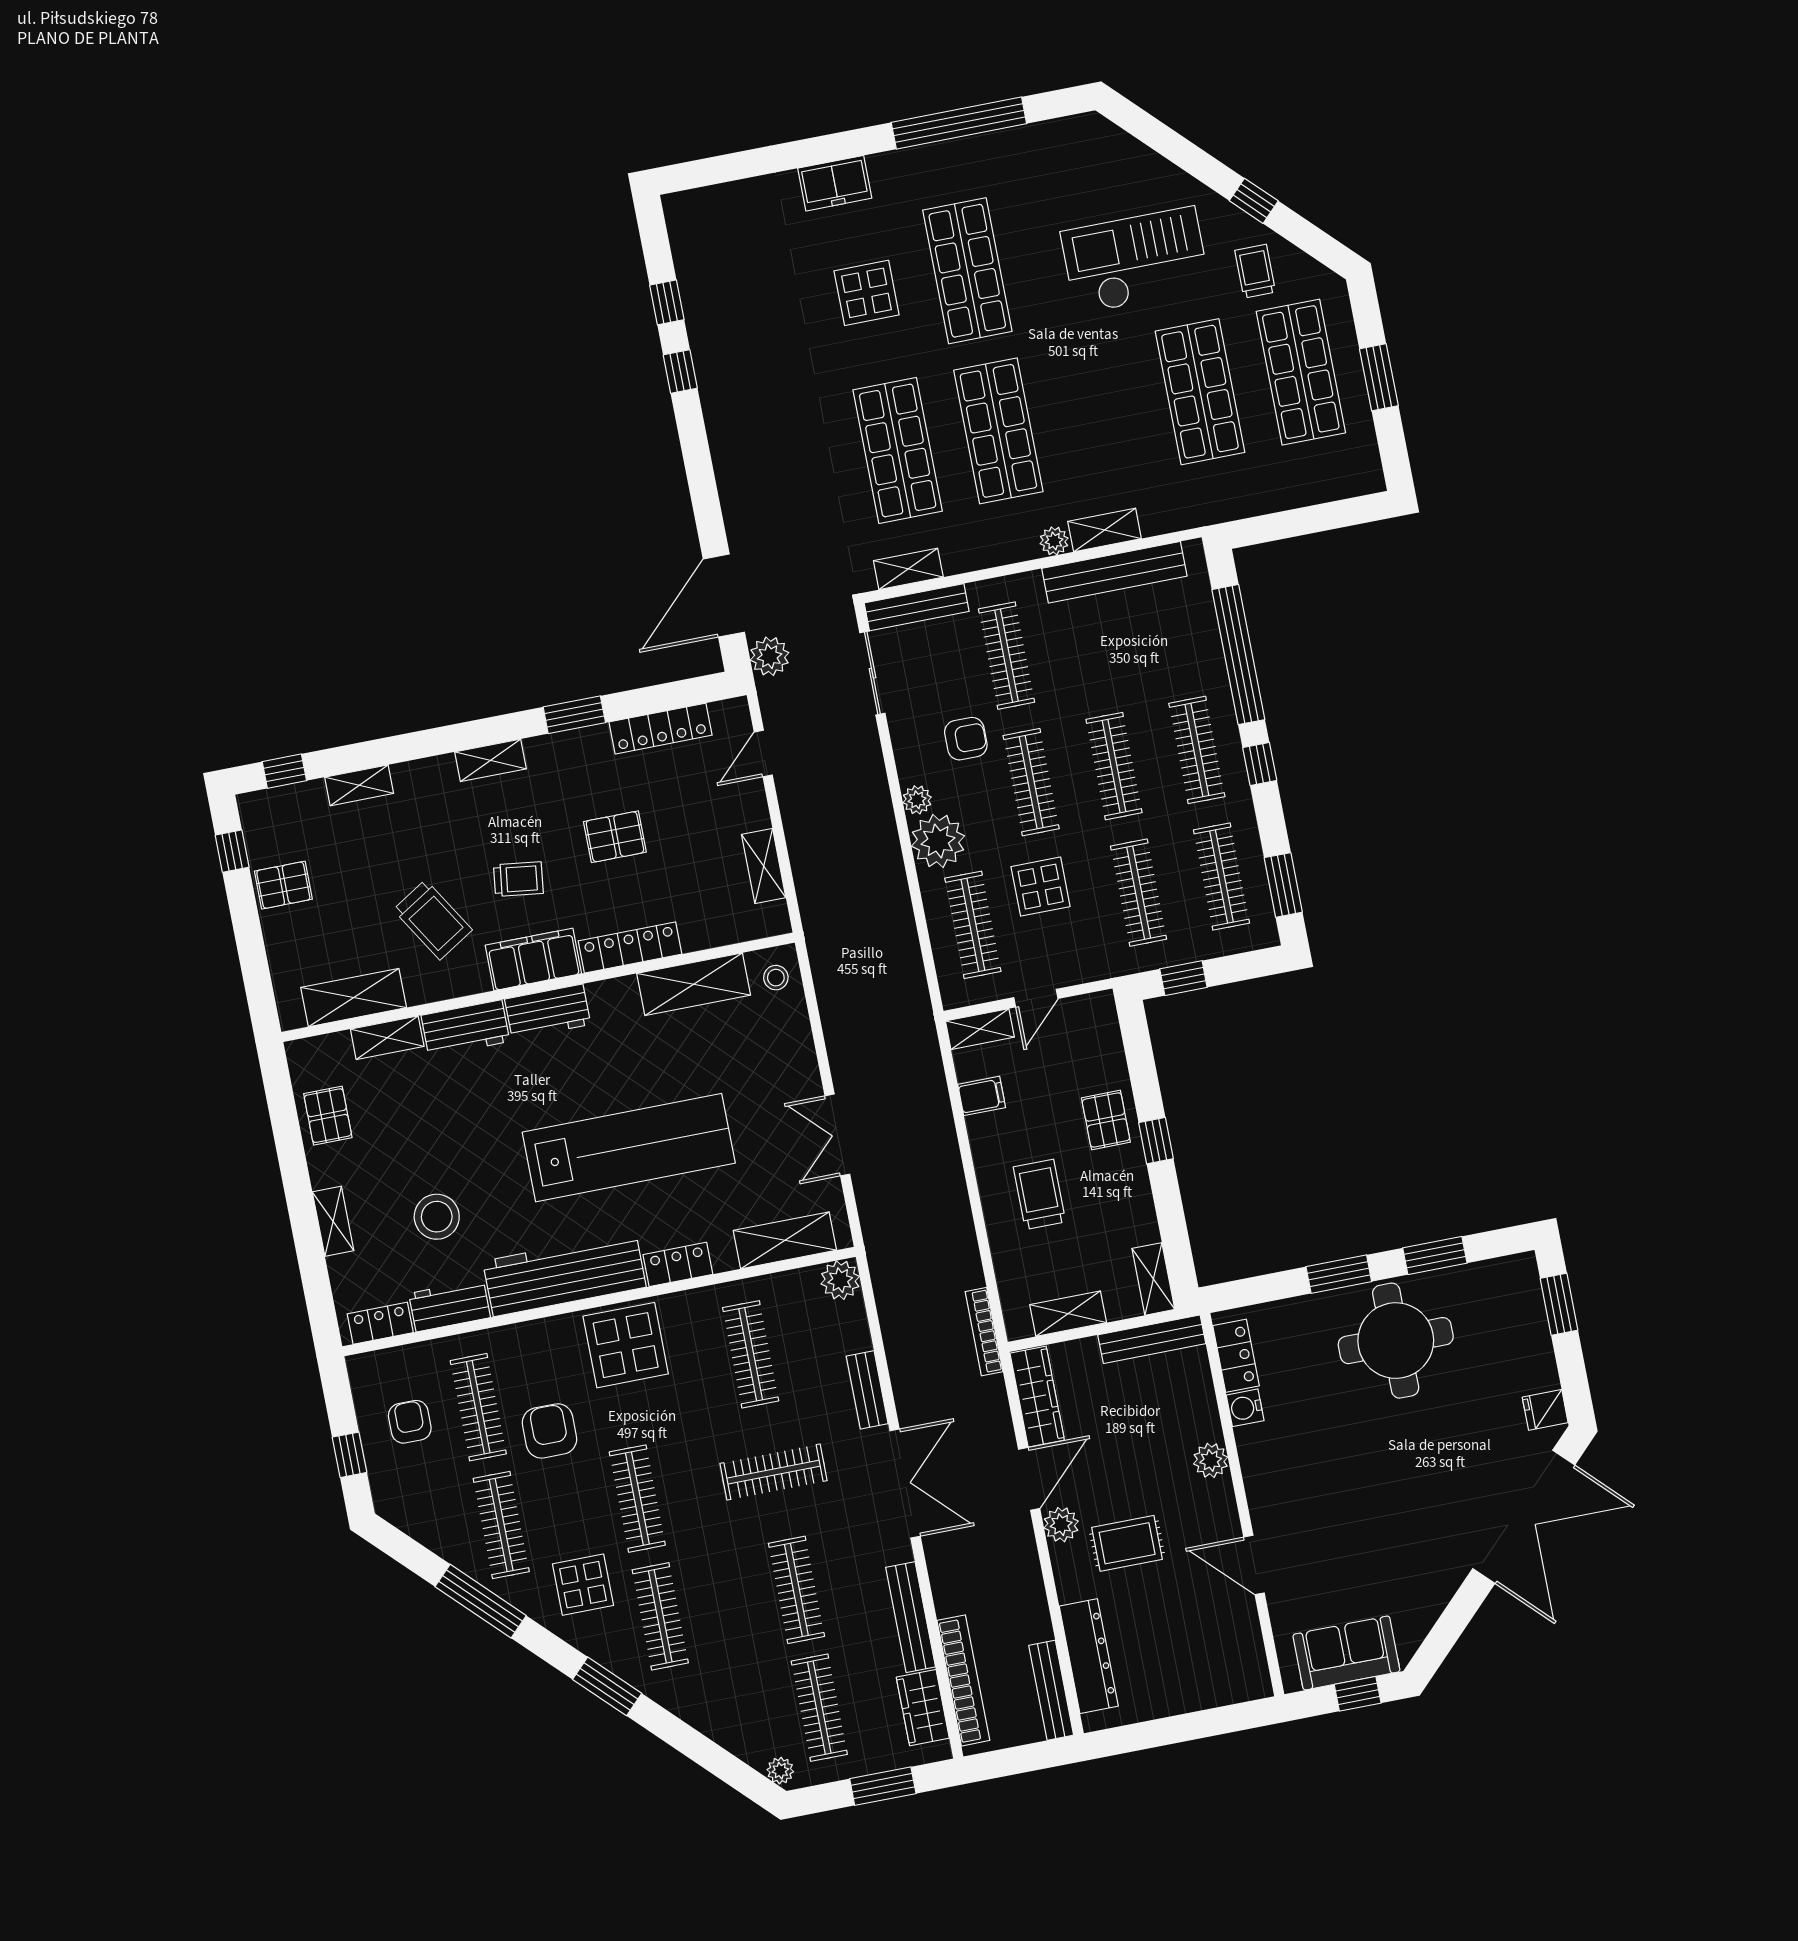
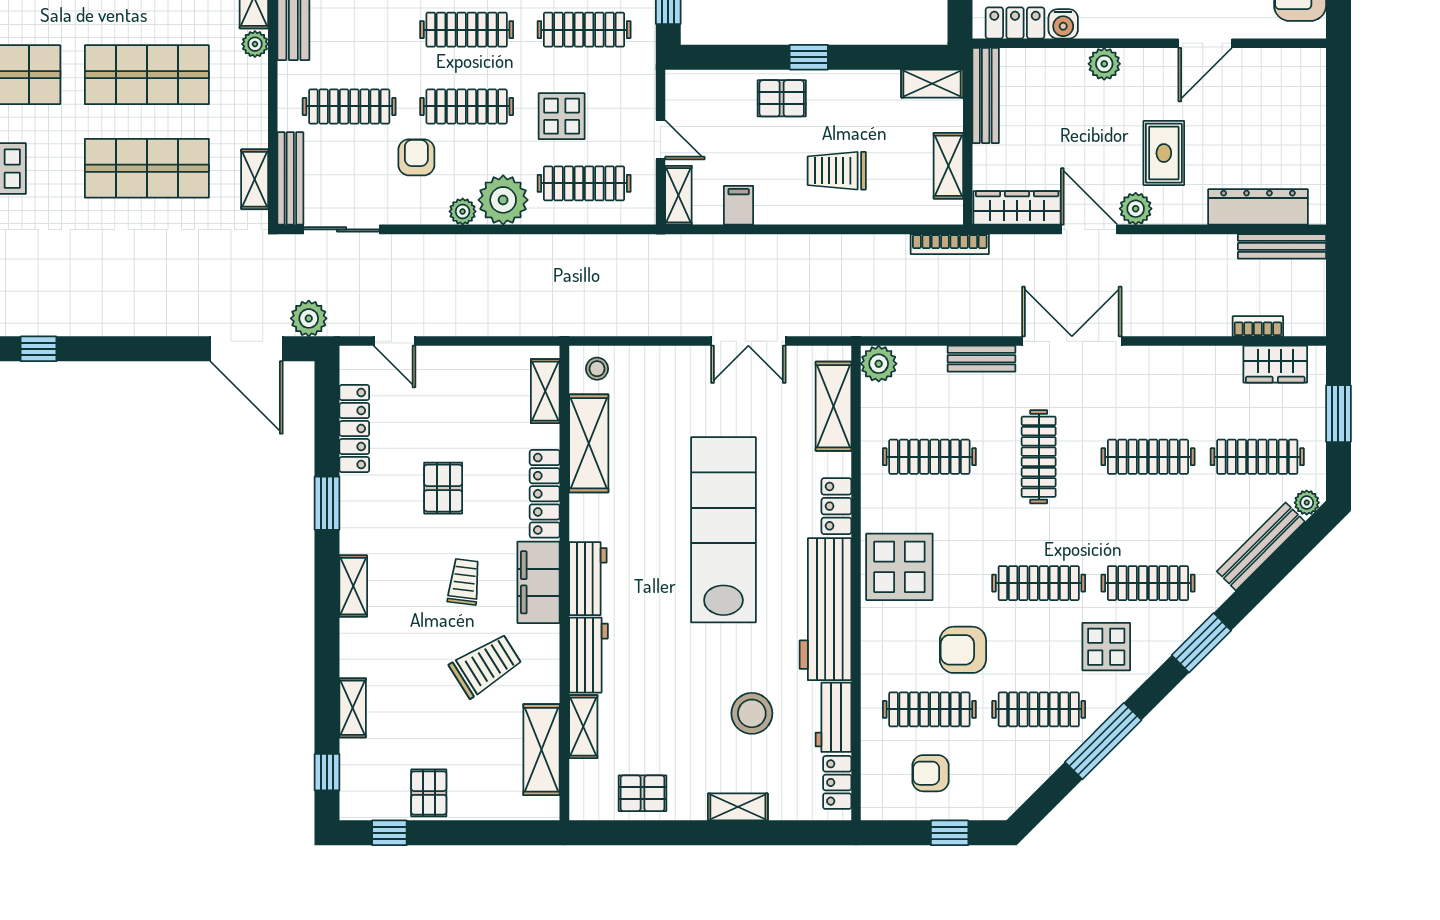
shelving: (764, 866) -> (545, 391), moved, turned 90
bench: (911, 1617) -> (1261, 546), moved, turned -45
bookcase: (963, 1680) -> (1258, 326), width x0.43, depth x0.76

